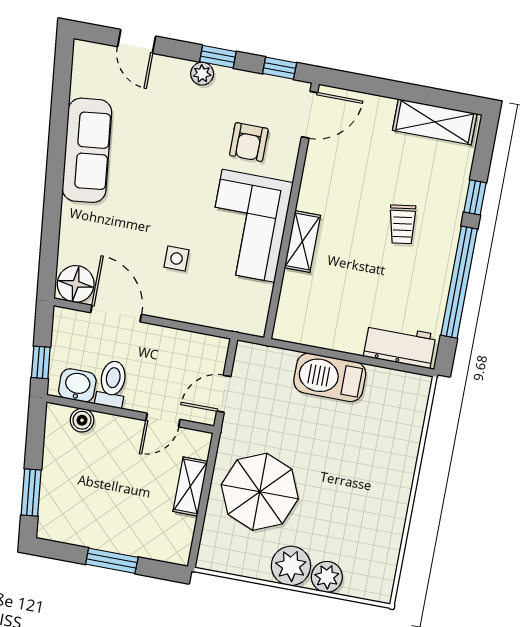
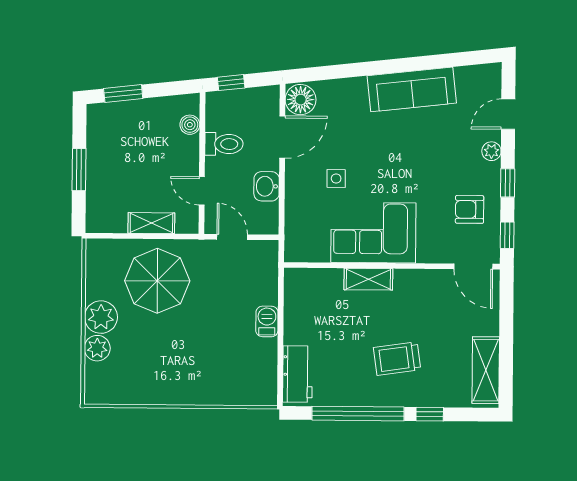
plant: (202, 74) -> (491, 151), moved
armchair: (249, 142) -> (470, 209), moved
trolley: (402, 224) -> (397, 359), width x1.36, depth x1.39
barbecue: (330, 377) -> (267, 321), width x0.53, depth x0.65
washbasin: (77, 385) -> (267, 186), moved, turned 180

